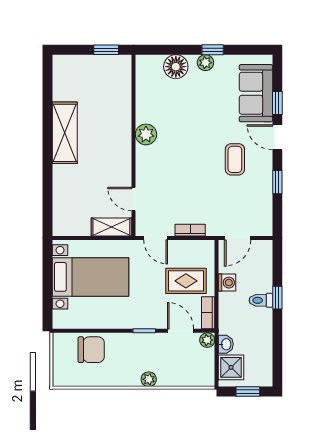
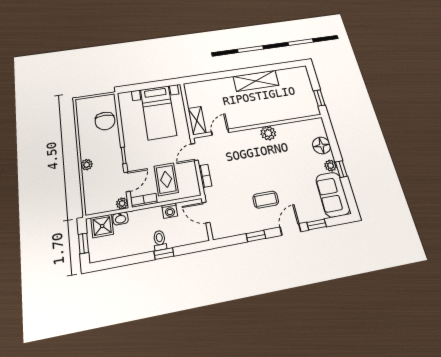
sofa: (256, 93) -> (333, 195), moved, turned -90

